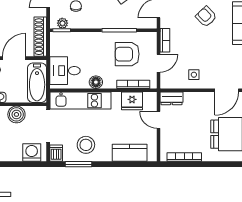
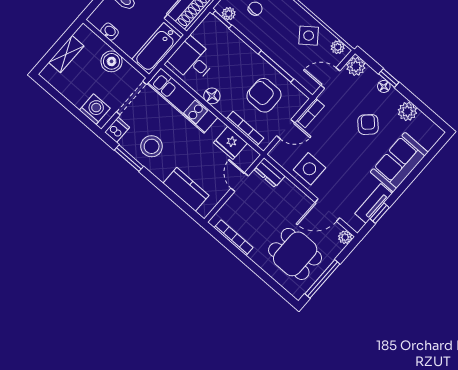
side table: (194, 75) -> (309, 169), width x1.87, depth x1.87

